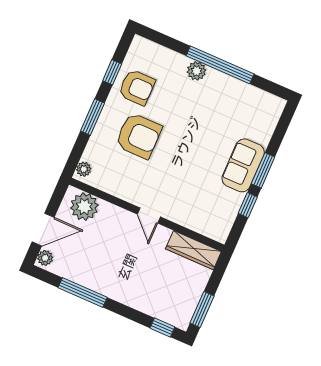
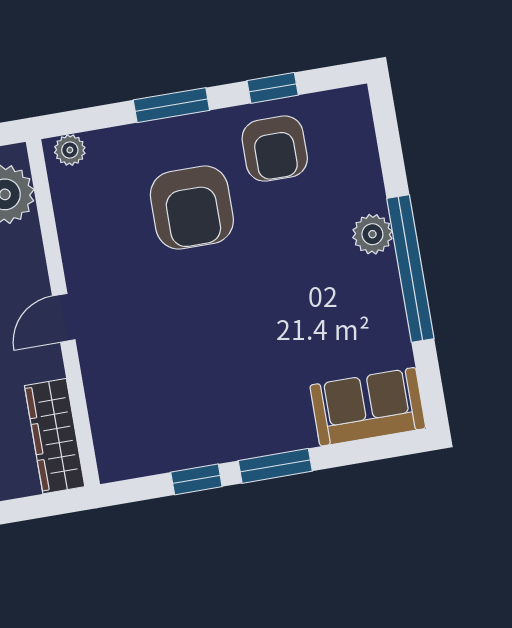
sofa: (243, 165) -> (368, 407), moved

